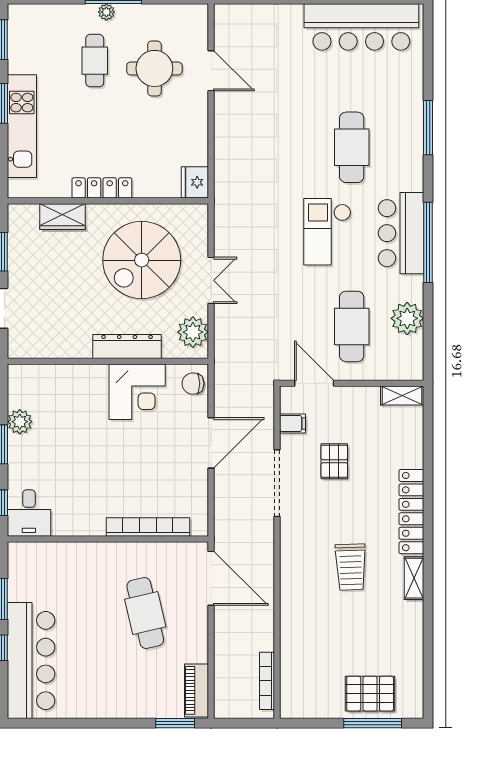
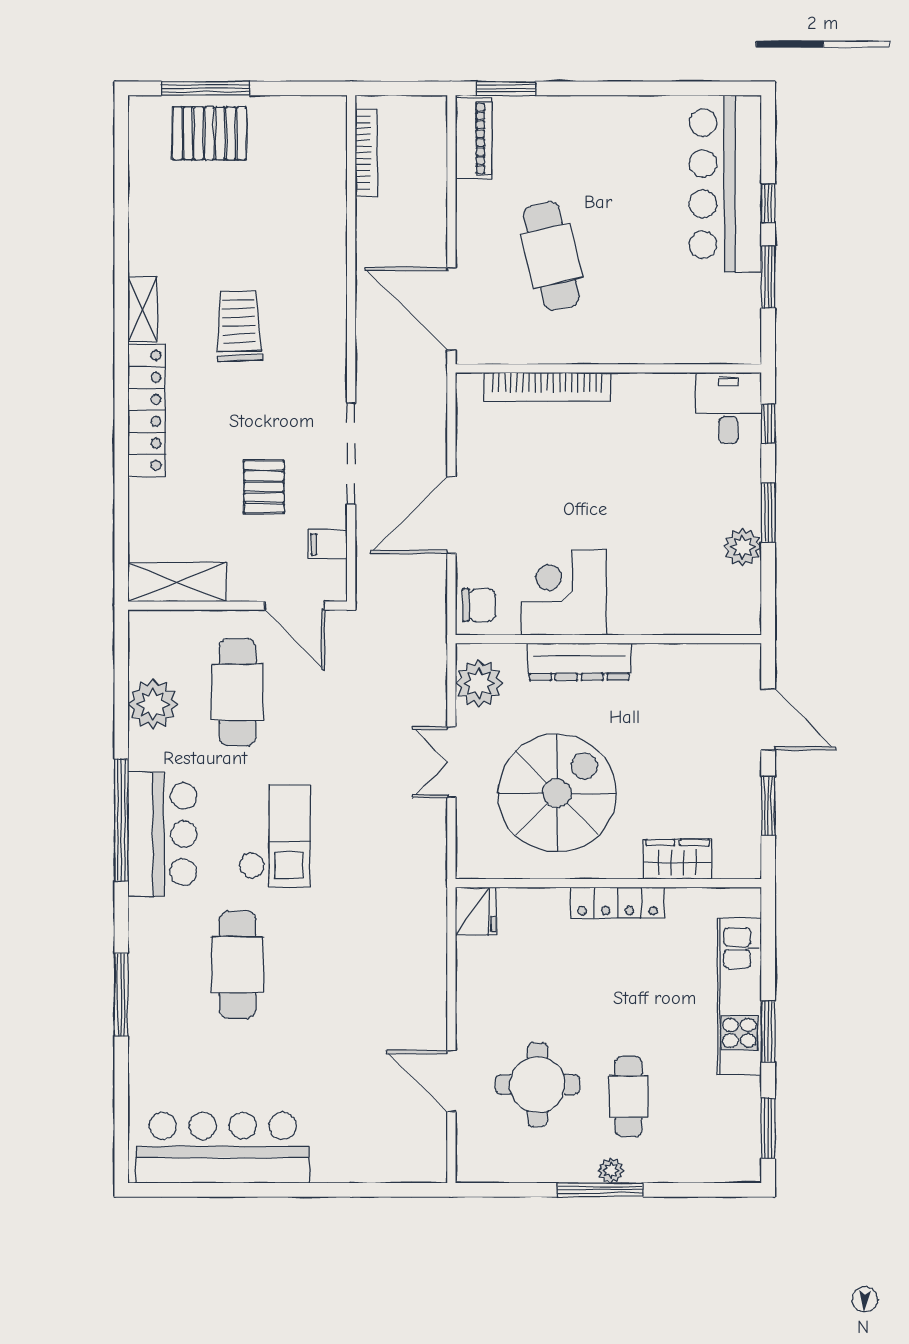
shelving: (402, 396) -> (177, 582), width x1.50, depth x1.33

